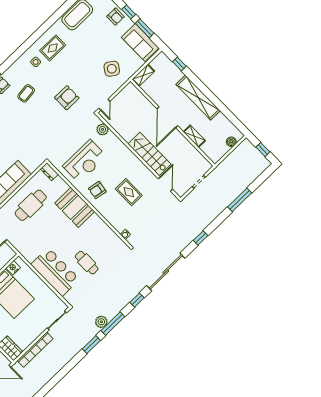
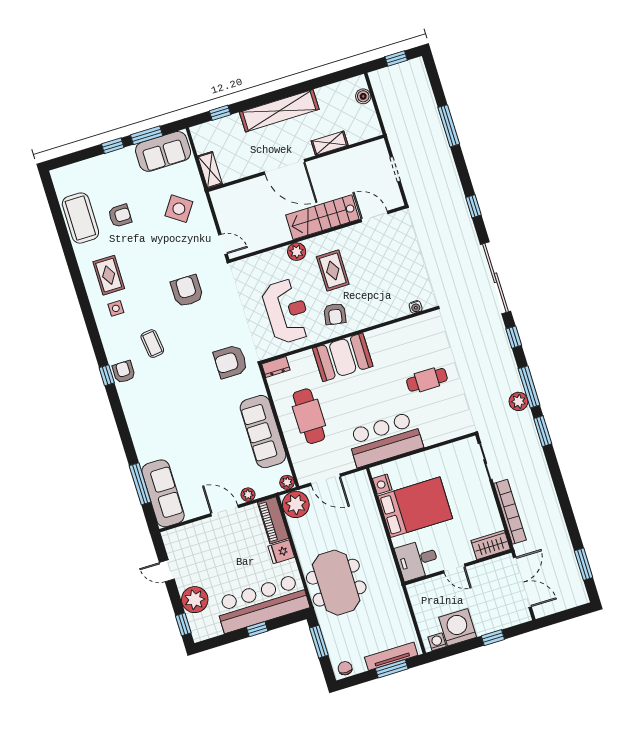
armchair: (116, 17) -> (120, 216), moved
plant: (102, 129) -> (297, 252), moved
armchair: (39, 144) -> (231, 362), added
rug: (129, 192) -> (333, 271), moved, turned 90
bar counter: (55, 272) -> (385, 439), moved

